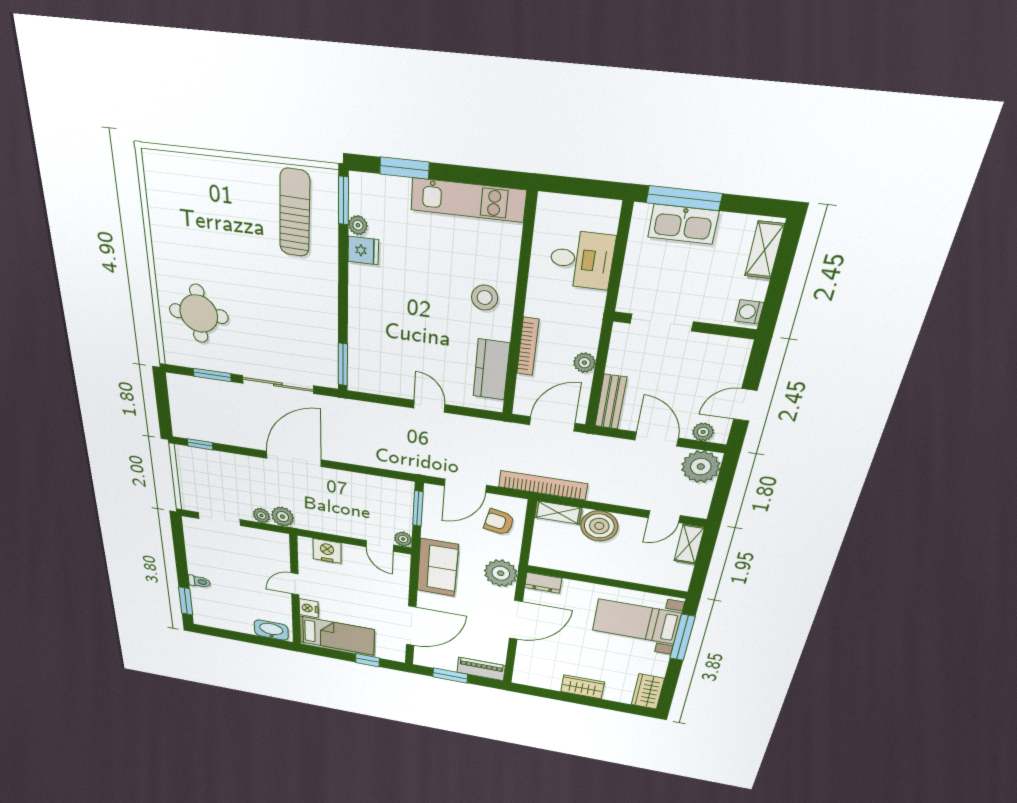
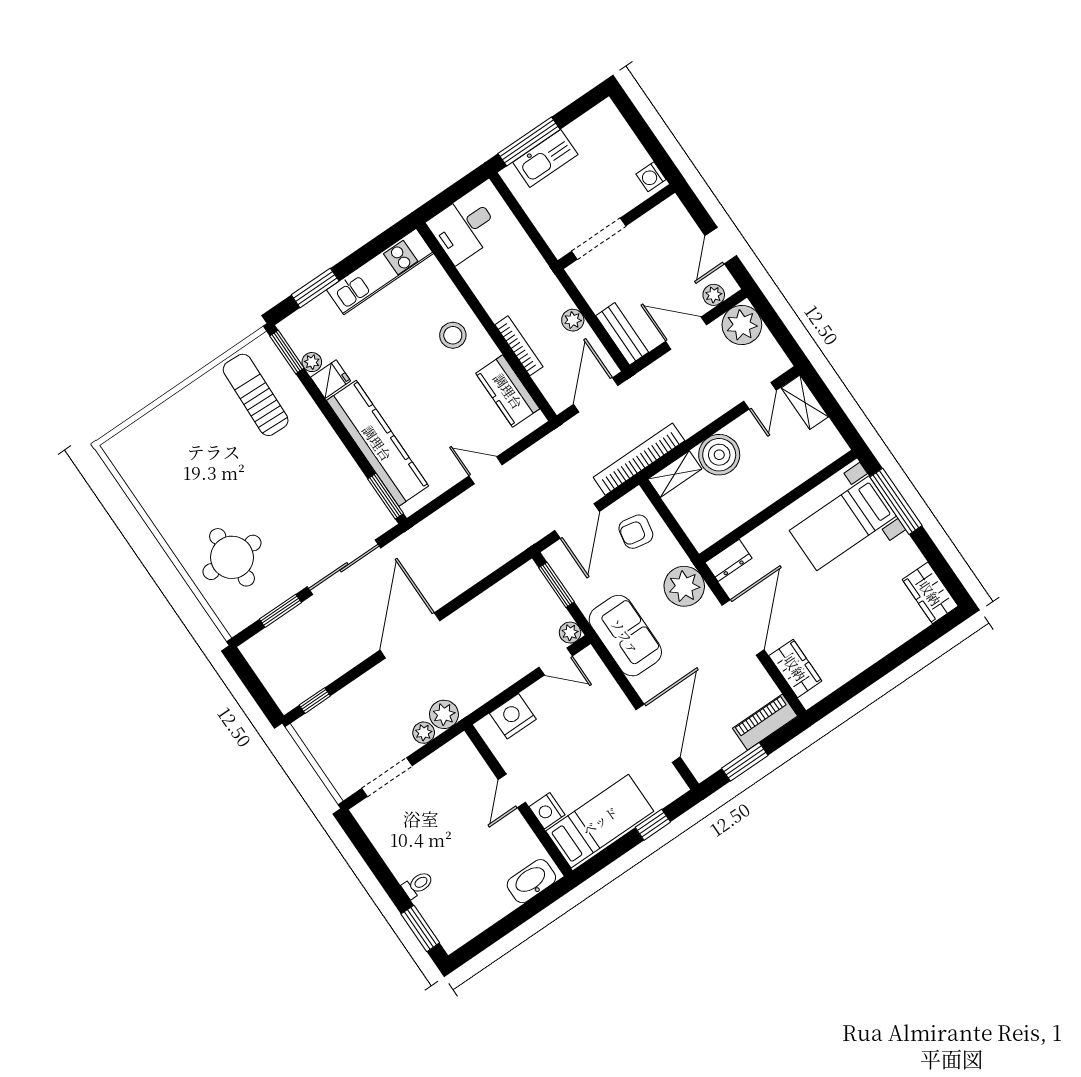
shelving: (764, 250) -> (617, 128), removed
desk: (582, 260) -> (464, 228), moved, turned 180
kitchen counter: (364, 325) -> (377, 443), added
wardrobe: (582, 687) -> (795, 668), moved, turned 90

